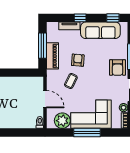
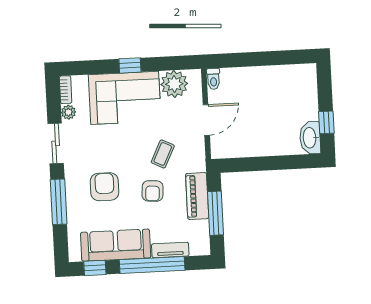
window: (80, 18) -> (152, 265), width x3.17
armchair: (118, 67) -> (105, 187), moved
door: (45, 99) -> (206, 120), swing flipped
window: (87, 133) -> (130, 65), width x0.46

